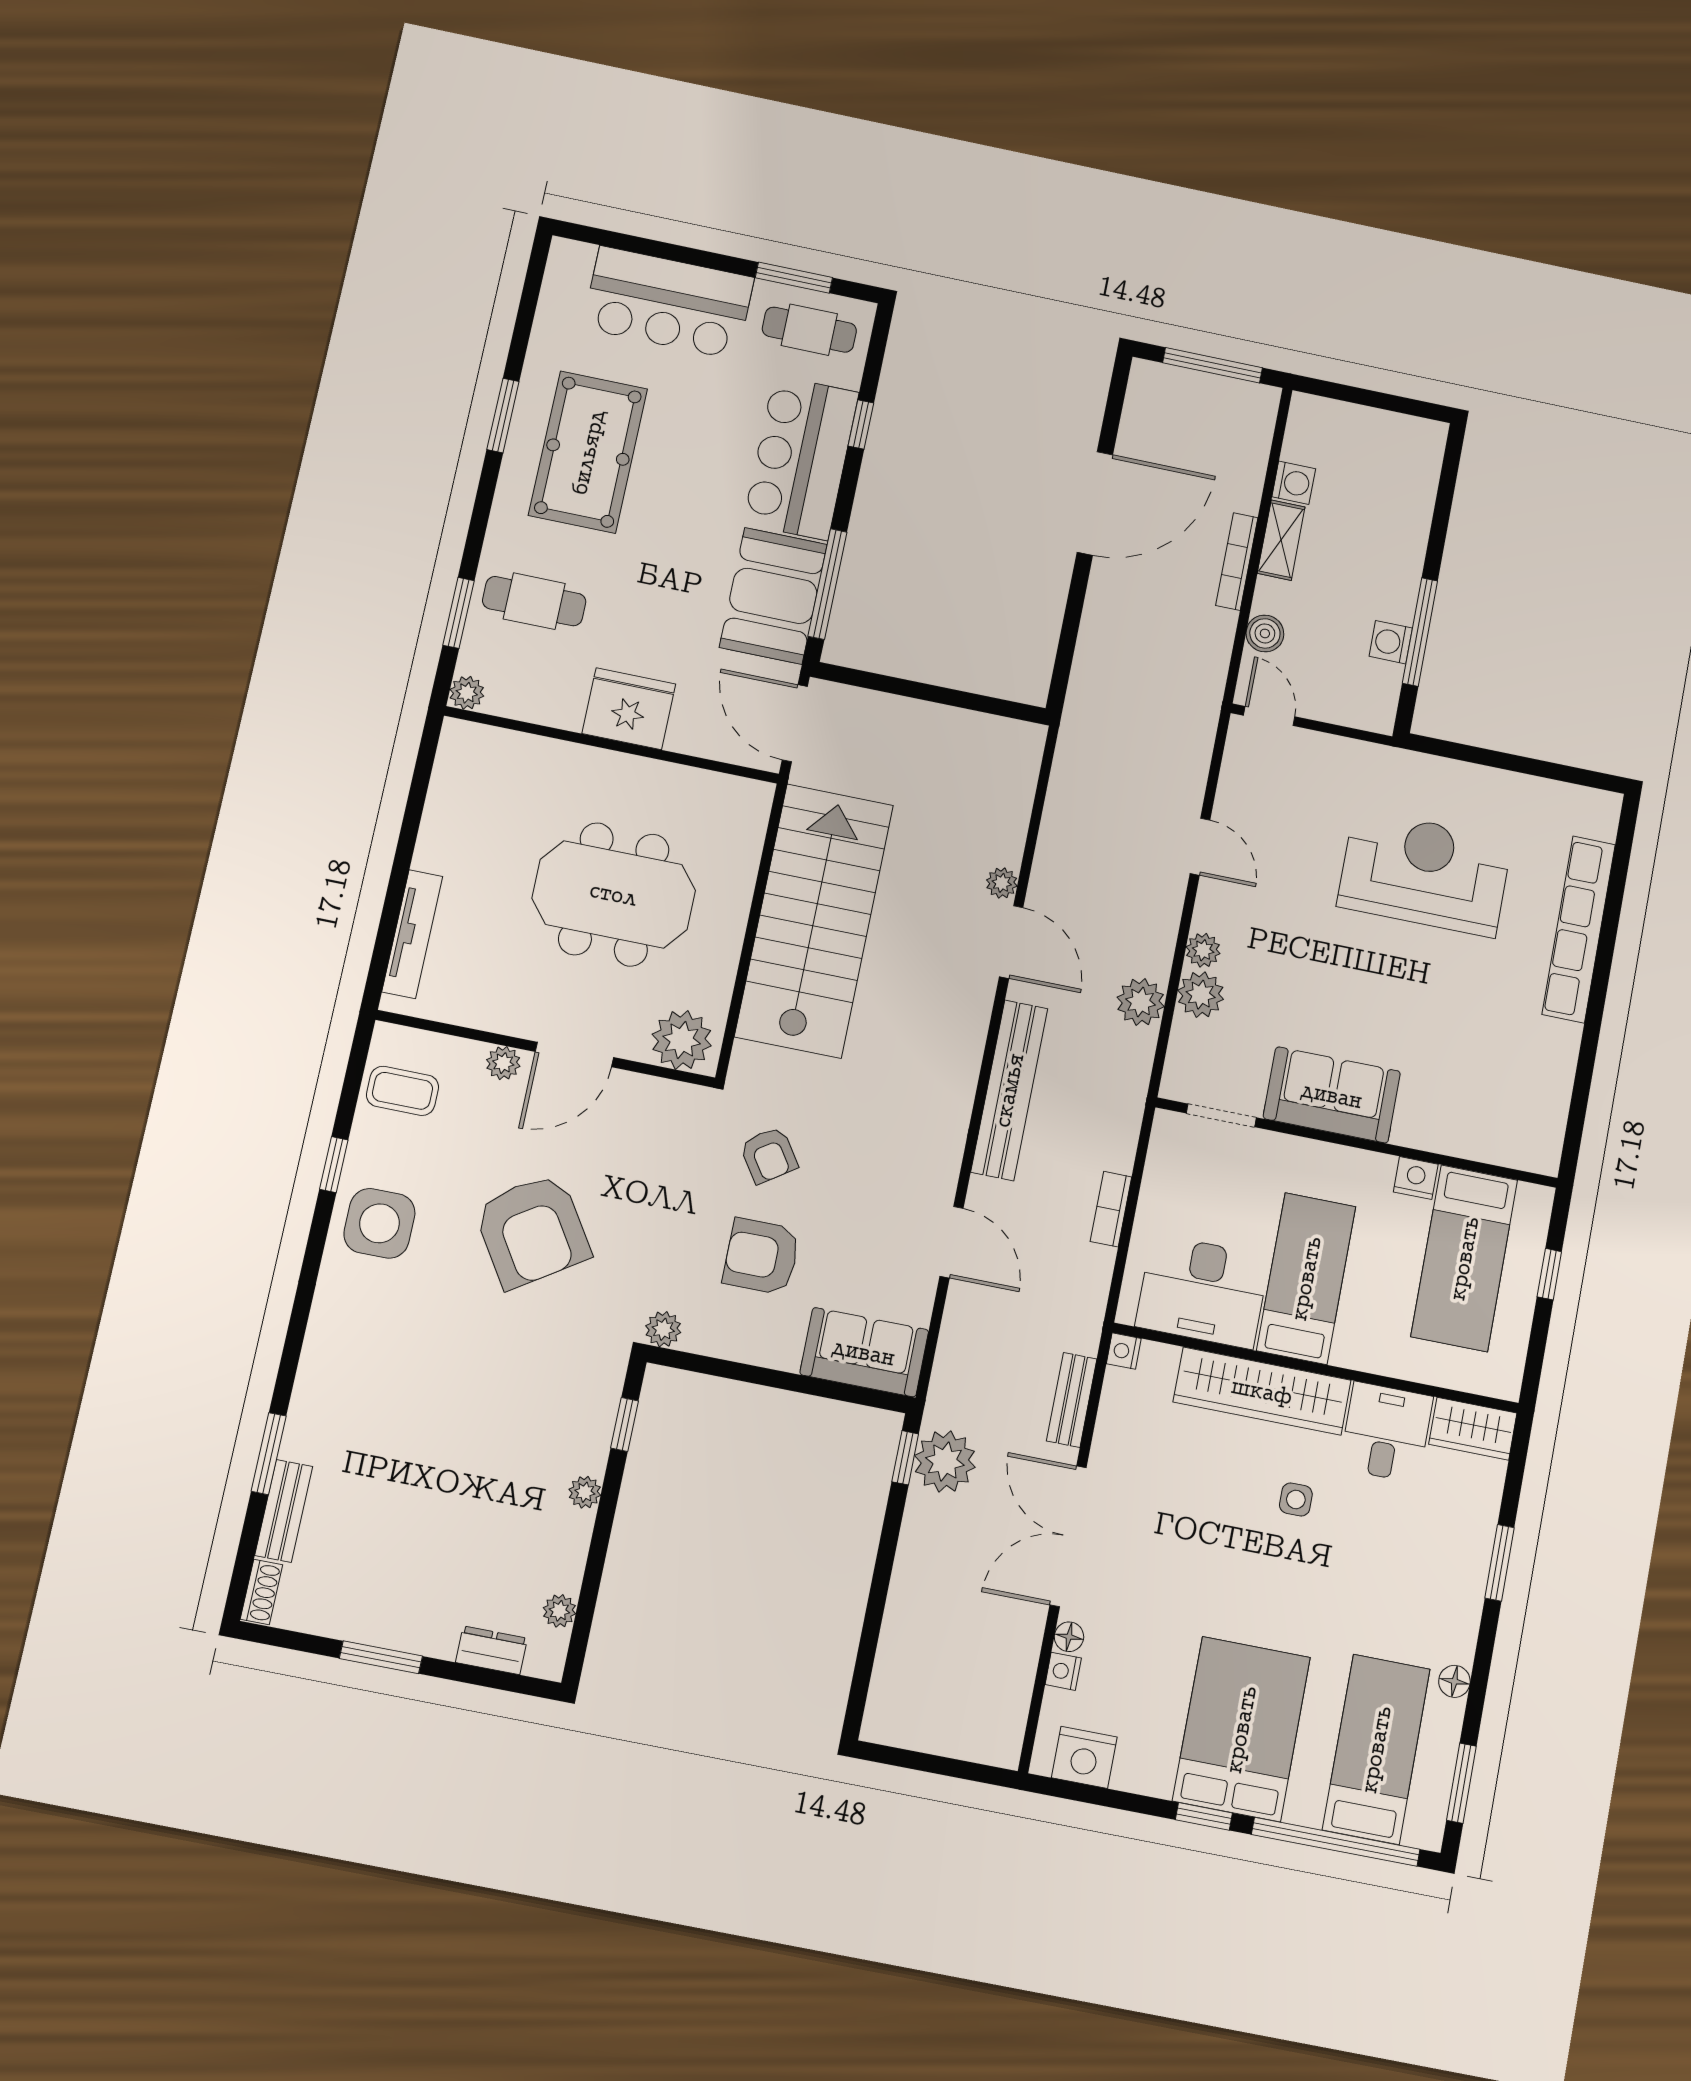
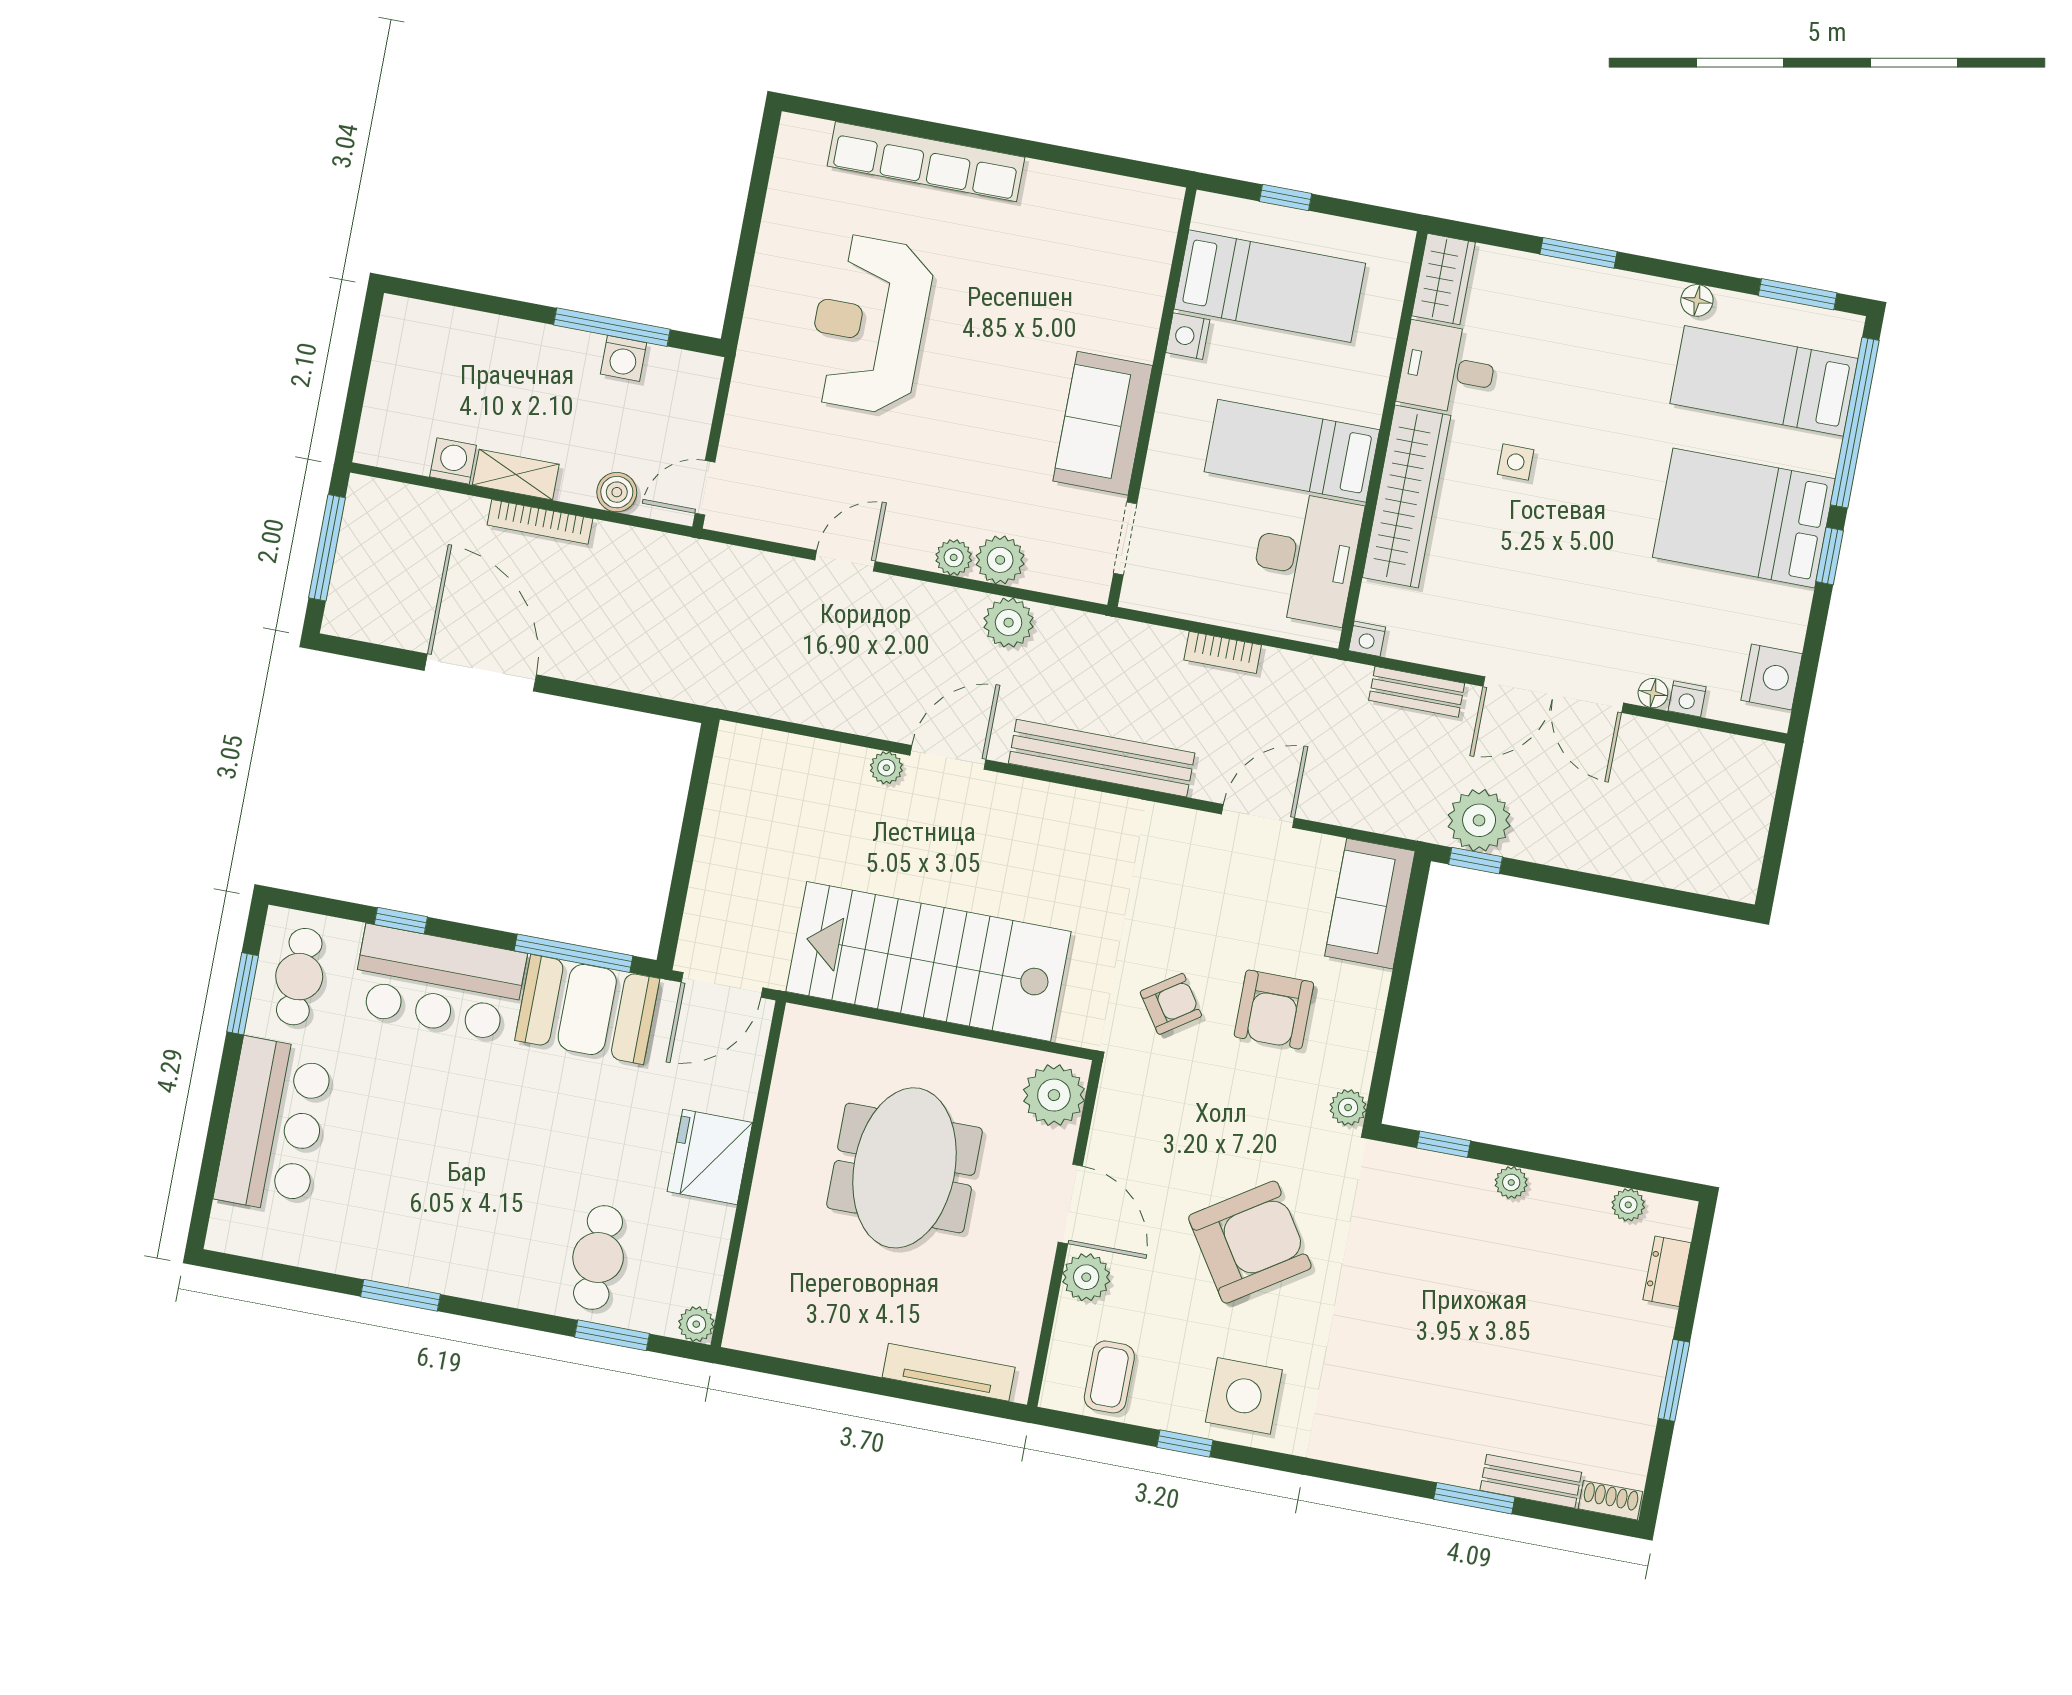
pool table: (588, 452) -> (438, 1206), removed
plant: (503, 1063) -> (1086, 1277), width x1.38, depth x1.38

